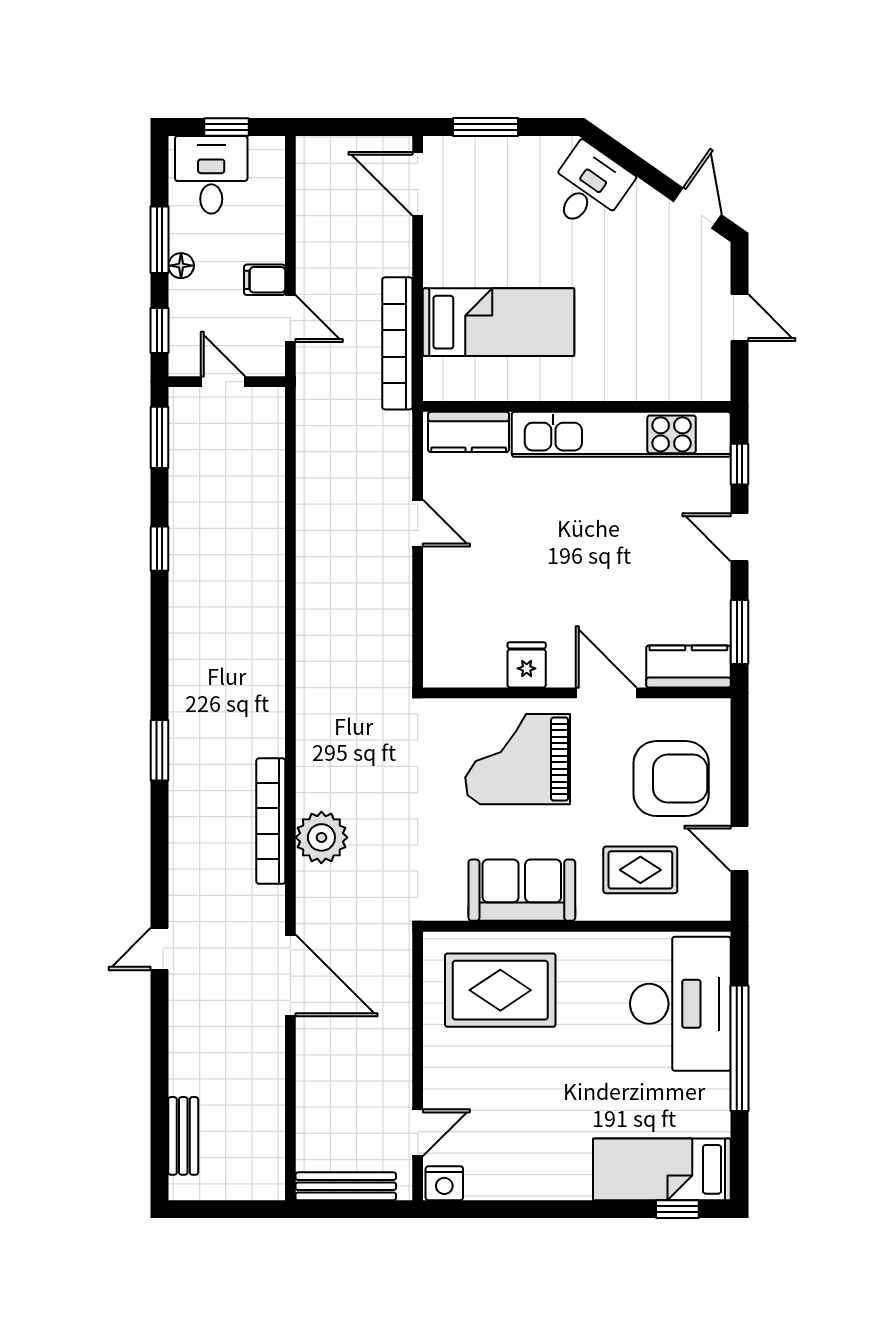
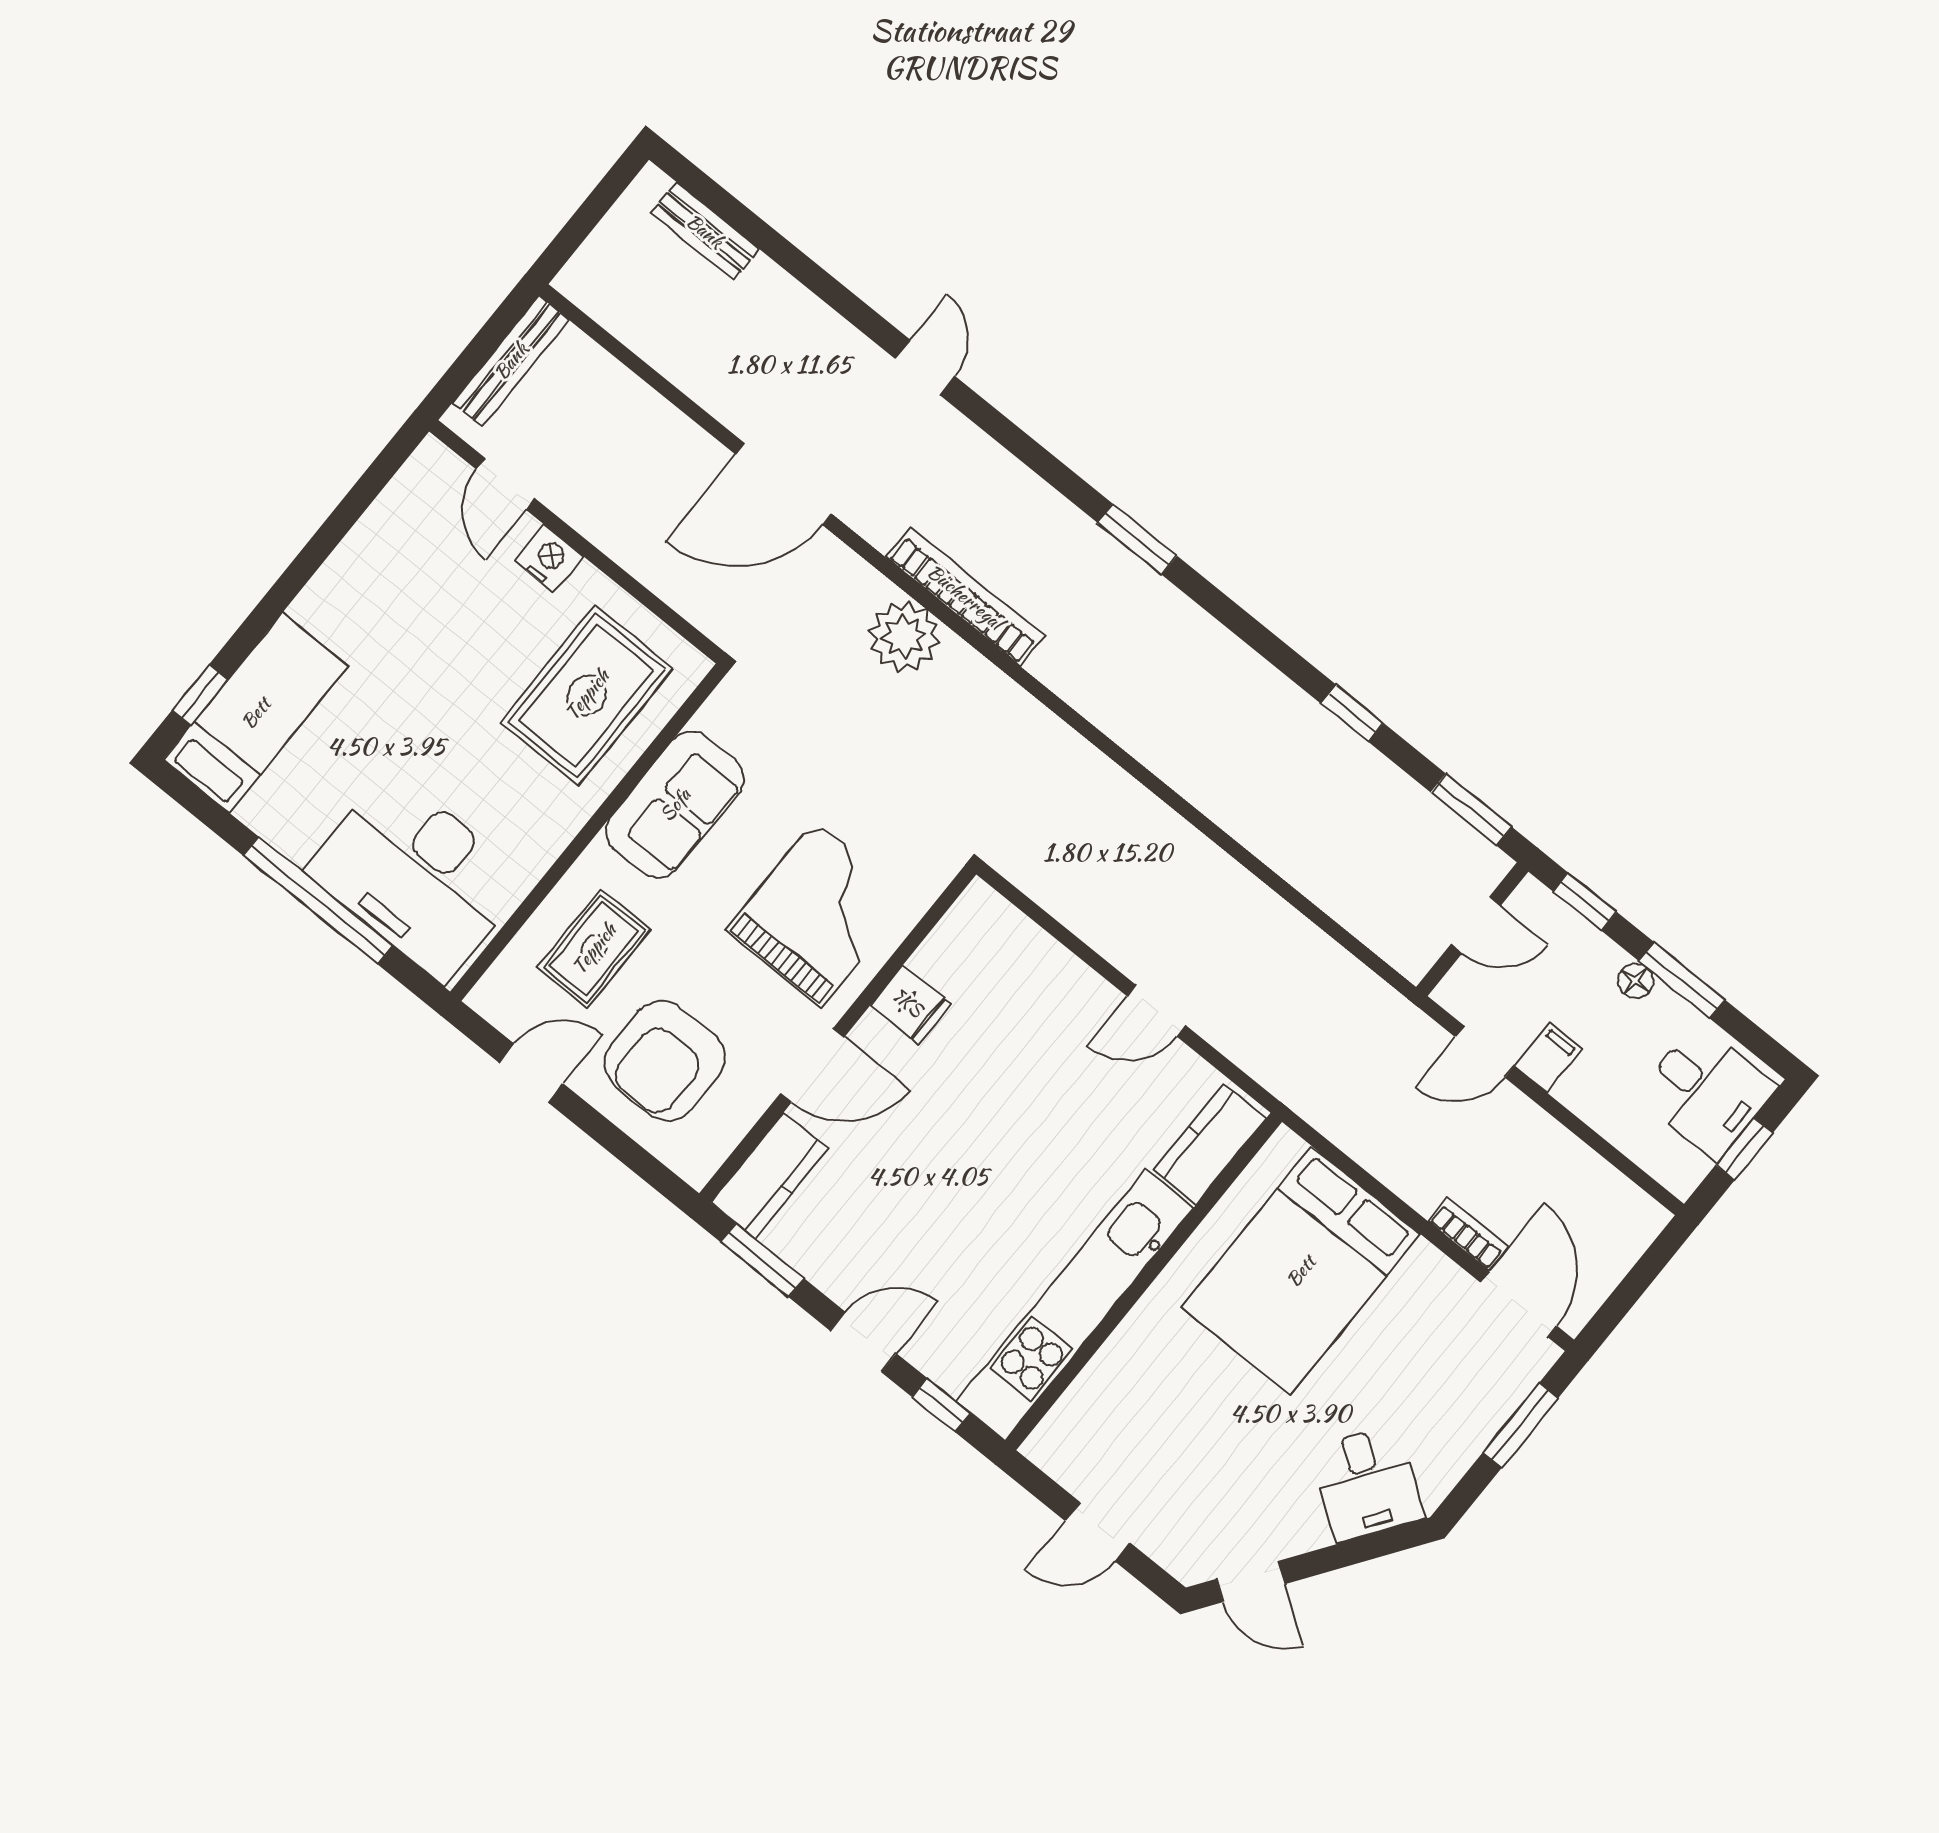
door: (418, 184) -> (1519, 1304), hinge flipped
bed: (498, 322) -> (1301, 1271), width x1.50
bookcase: (397, 343) -> (1468, 1234), moved, width x0.43, depth x0.76
nightstand: (444, 1183) -> (549, 559), moved, turned 90

